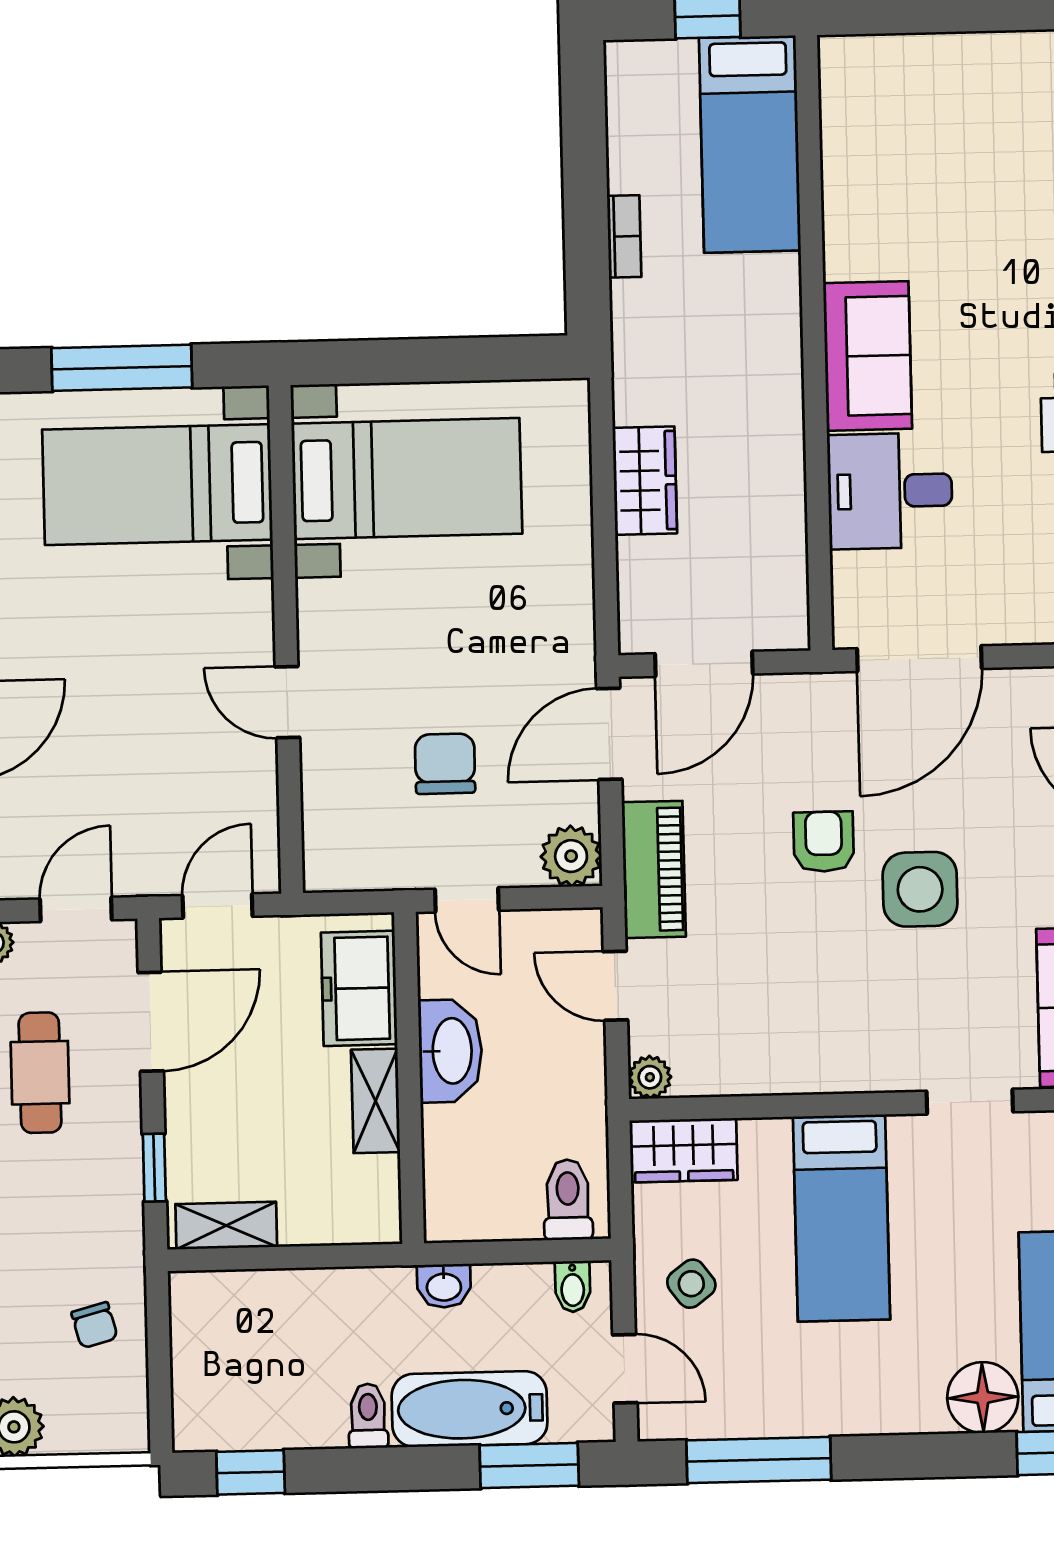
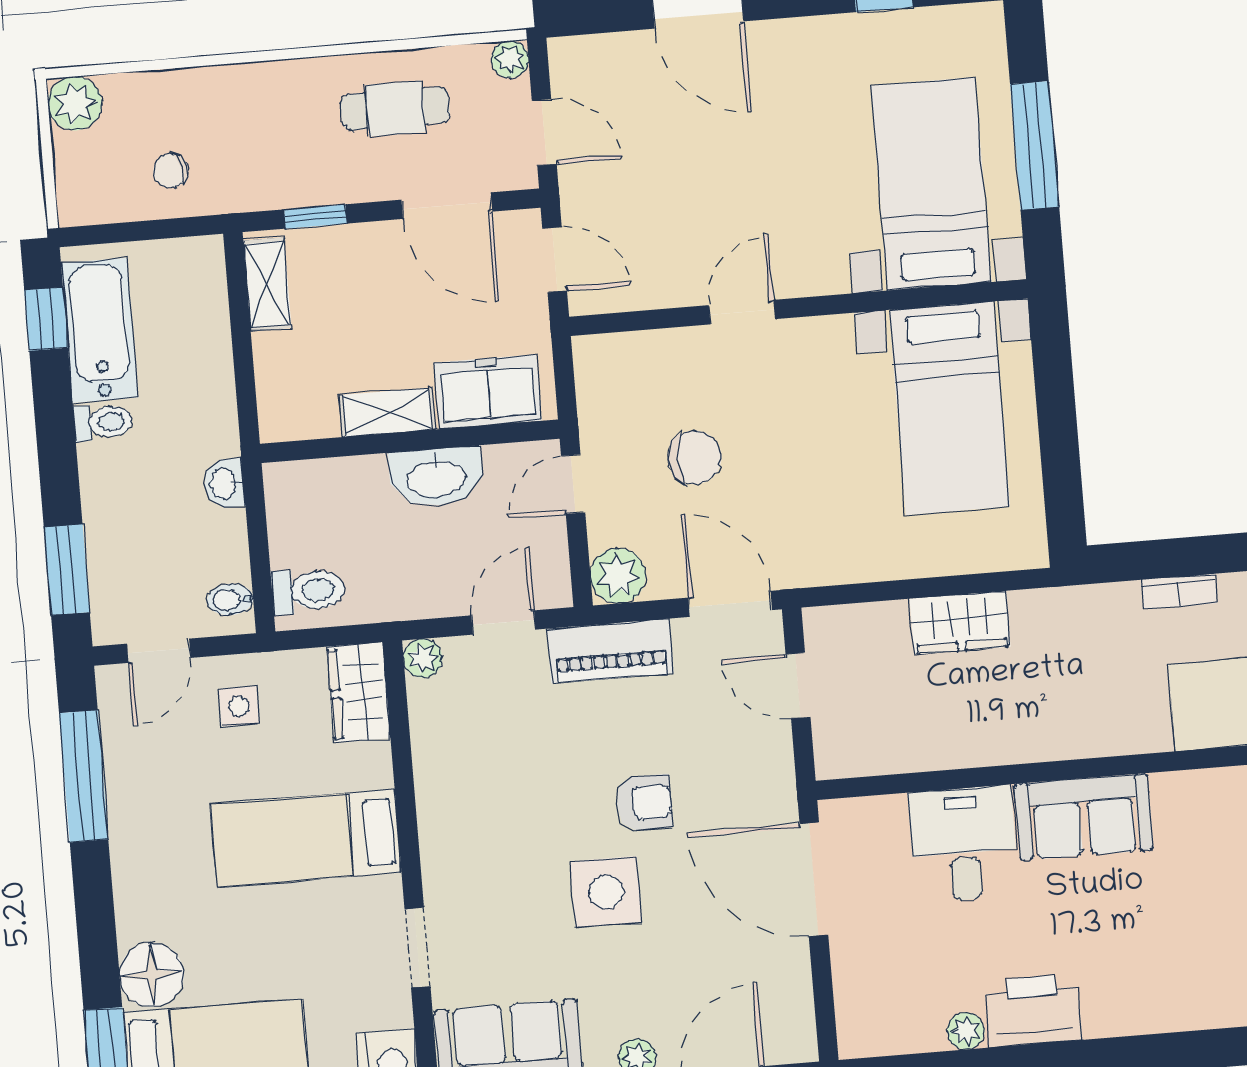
door: (704, 664) -> (798, 685), width x0.73
side table: (691, 1284) -> (239, 706), turned 37
bathtub: (470, 1409) -> (100, 330), moved

